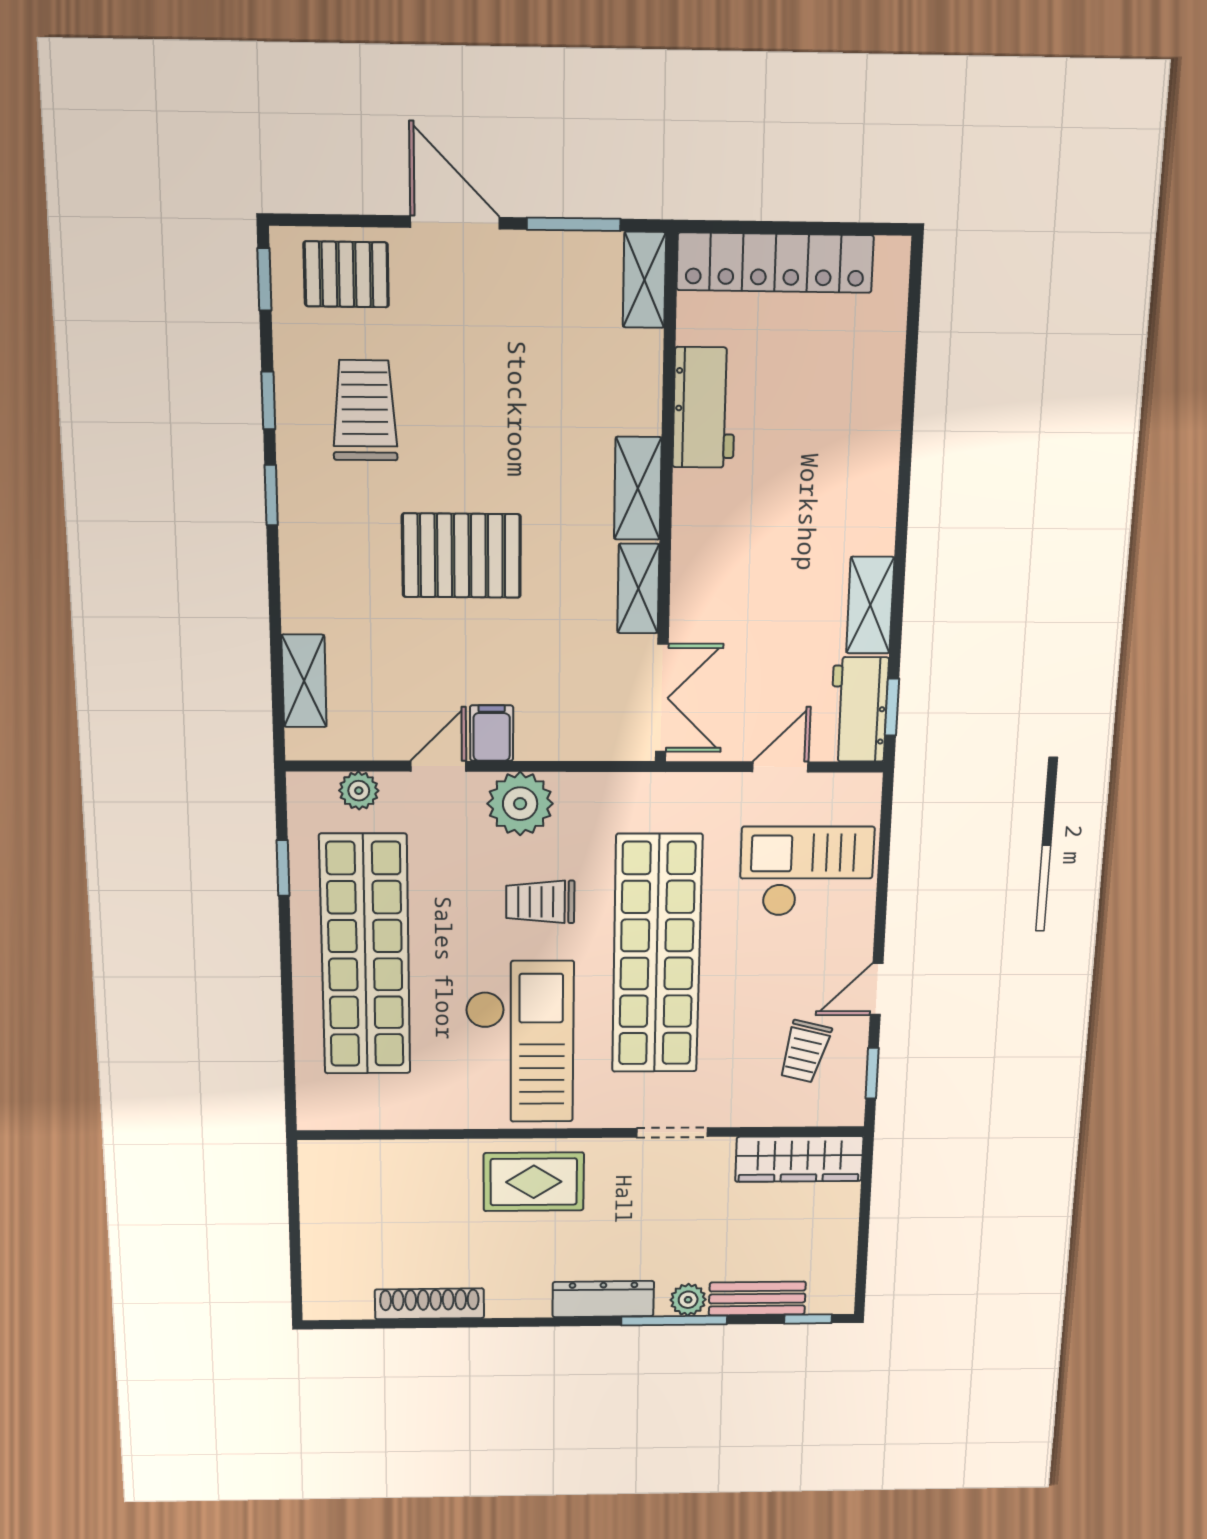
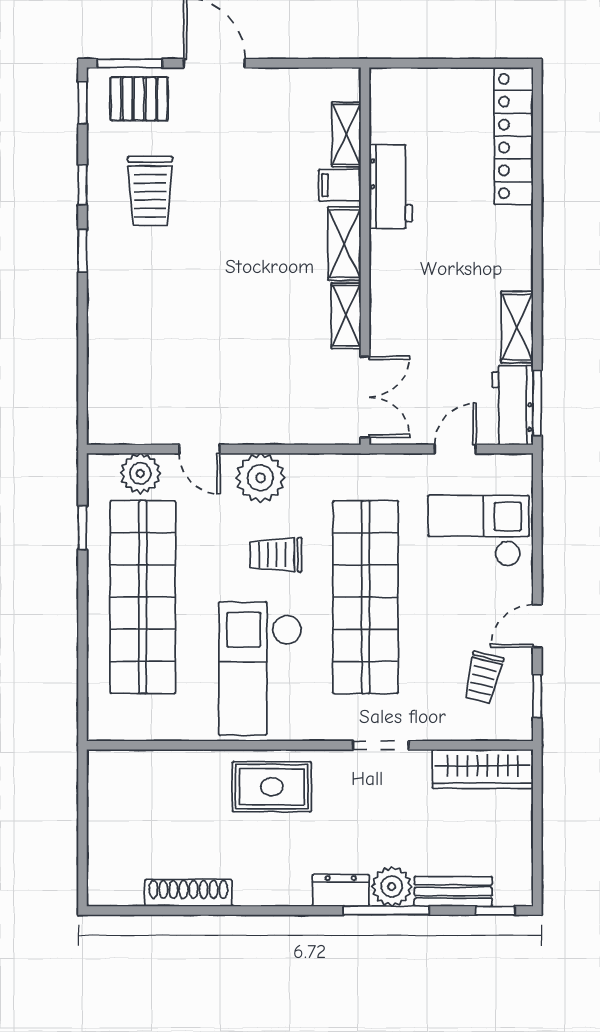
window: (574, 224) -> (130, 63), moved
locker: (775, 263) -> (514, 136), moved, turned 90
shelving: (644, 280) -> (346, 134), moved
trolley: (365, 410) -> (150, 191), turned 180
pallet: (462, 556) -> (218, 293), removed
shelving: (304, 681) -> (102, 385), removed
window: (892, 707) -> (537, 403), width x1.50
filing cabinet: (492, 733) -> (340, 185), moved, turned -90
door: (438, 766) -> (200, 449), swing flipped
plant: (359, 791) -> (140, 473), width x1.38, depth x1.38
checkout: (519, 1042) -> (260, 668), turned 180
dresser: (603, 1299) -> (341, 890), width x0.70
plant: (688, 1300) -> (392, 887), width x1.38, depth x1.38

